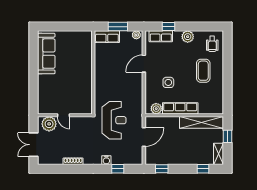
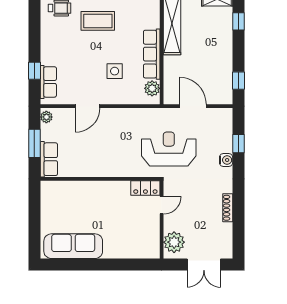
plant: (188, 37) -> (49, 43), removed
door: (144, 64) -> (87, 106), hinge flipped
locker: (87, 104) -> (145, 188), added
door: (63, 115) -> (162, 205), moved

